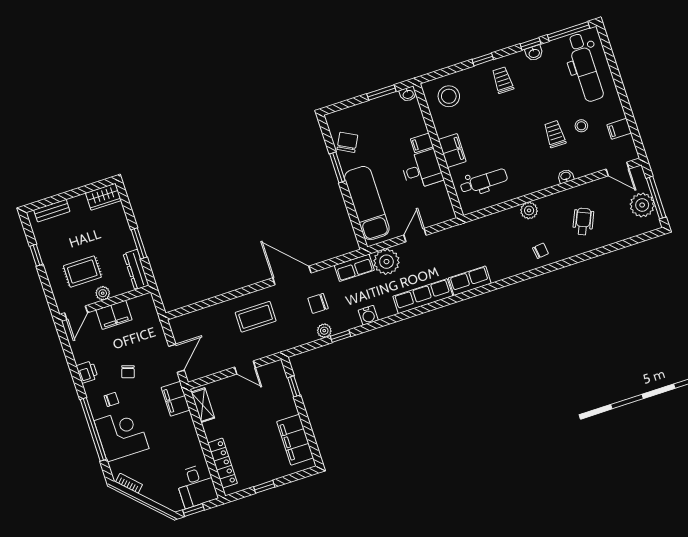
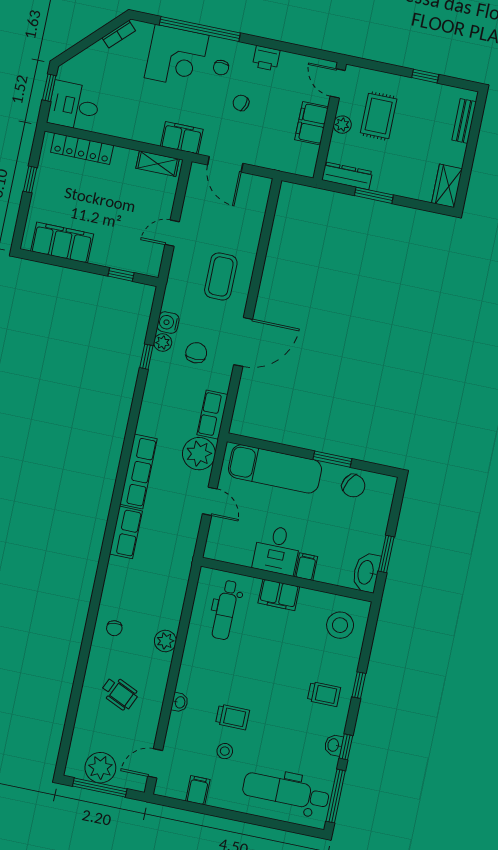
washbasin: (408, 94) -> (366, 572), width x1.91, depth x1.45
water cooler: (368, 315) -> (168, 323), moved

